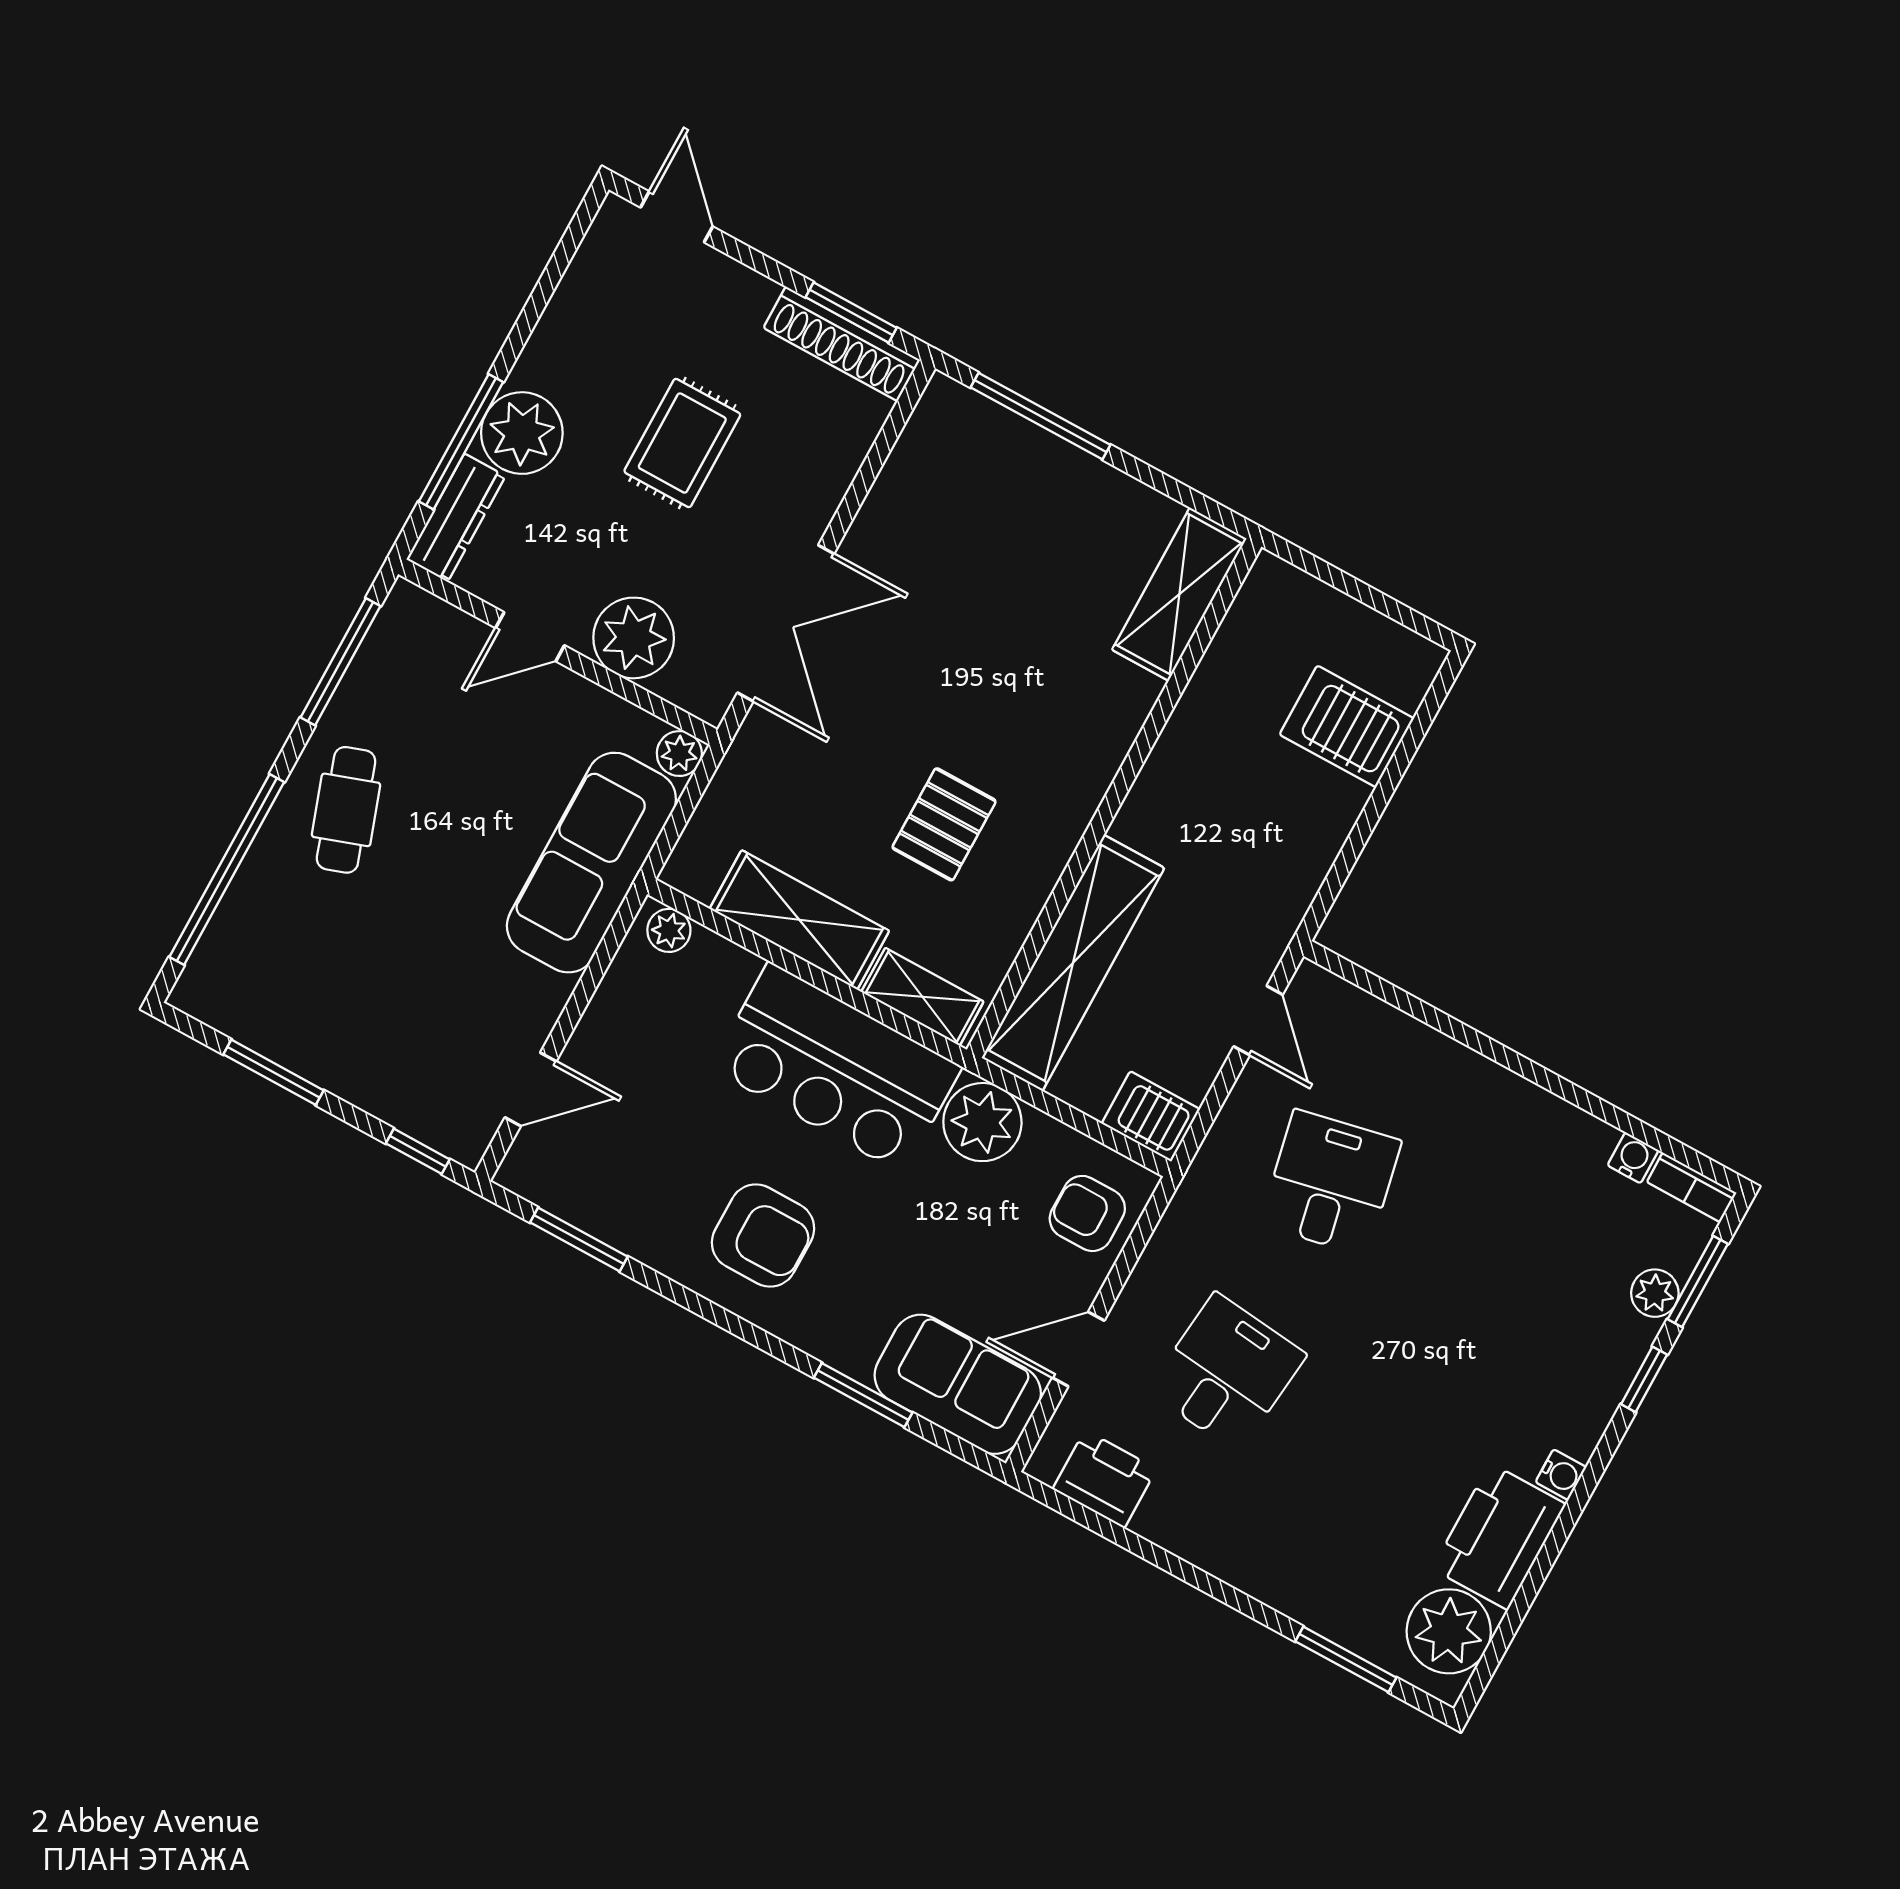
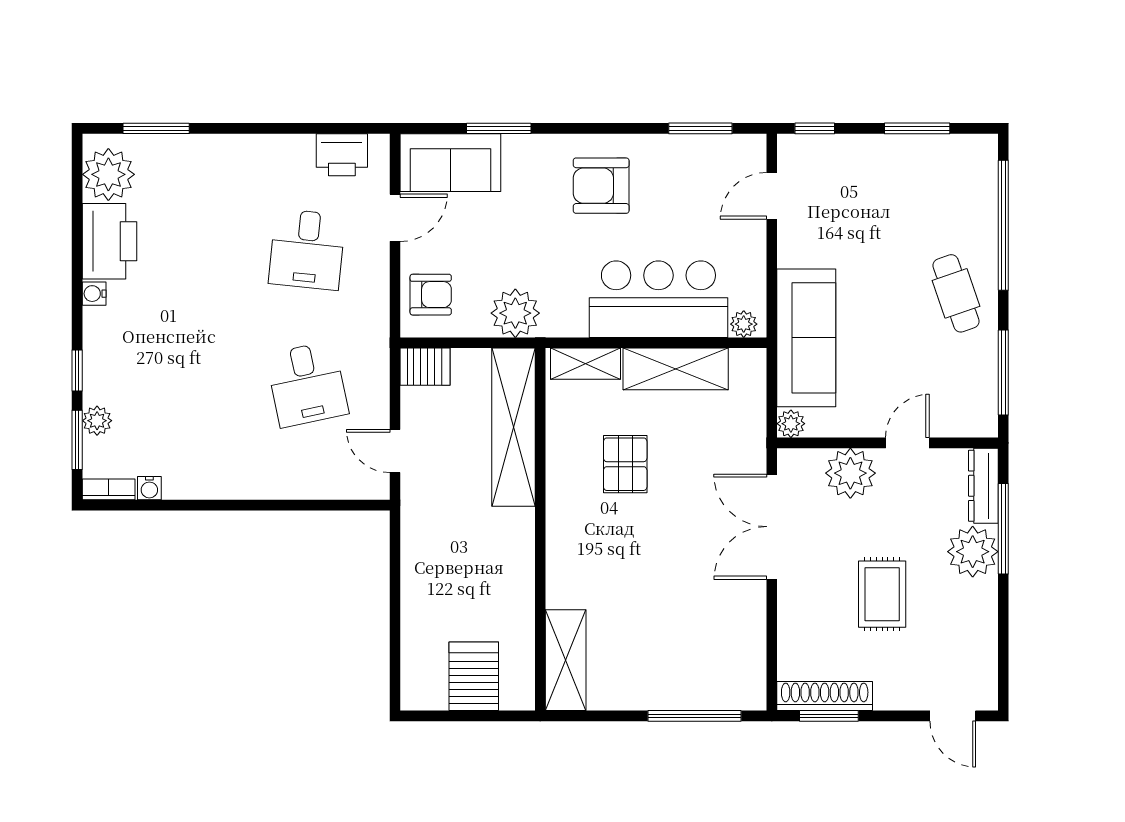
server rack: (1347, 726) -> (474, 676), moved, turned -90
bar counter: (836, 1068) -> (658, 299), moved

